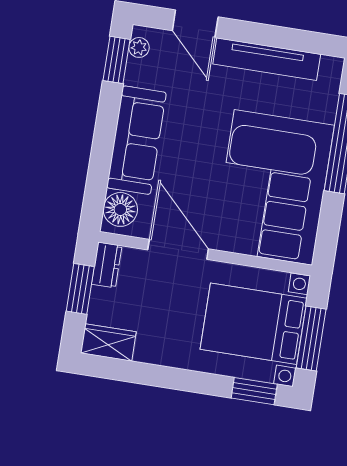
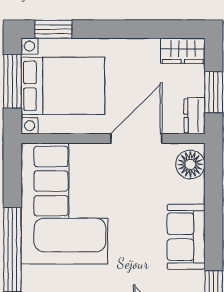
sofa: (136, 140) -> (186, 237), width x0.73
door: (178, 249) -> (136, 139), swing flipped

